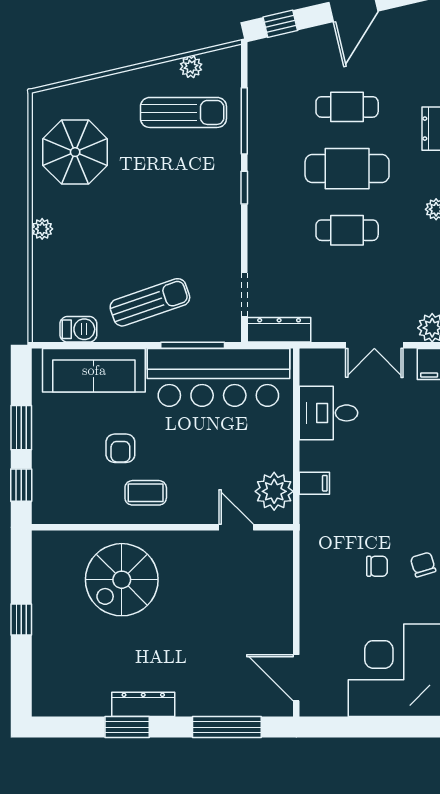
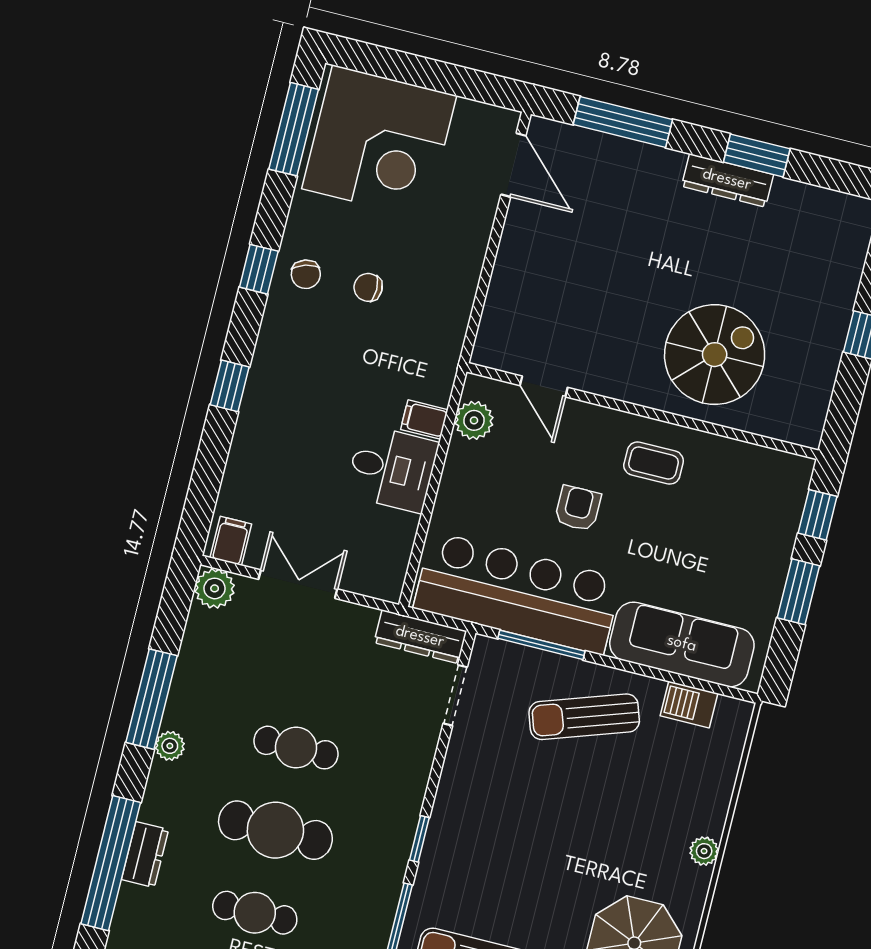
desk: (329, 413) -> (392, 469), moved
armchair: (120, 448) -> (578, 508), moved
plant: (274, 491) -> (474, 420), width x0.73, depth x0.73

